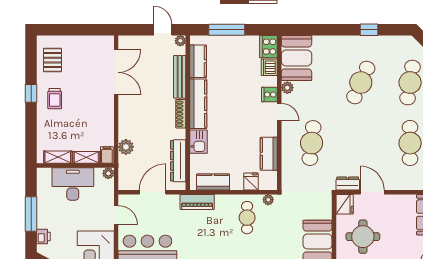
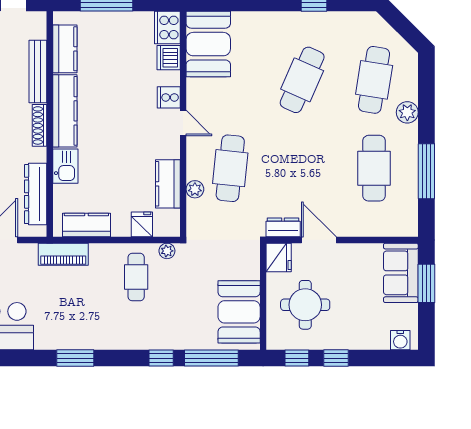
plant: (180, 41) -> (39, 19), removed
plant: (287, 88) -> (195, 189), moved

